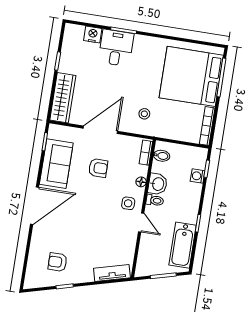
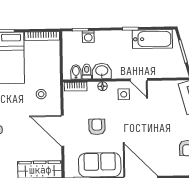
toilet: (155, 200) -> (87, 72), moved
door: (141, 222) -> (139, 80), swing flipped

